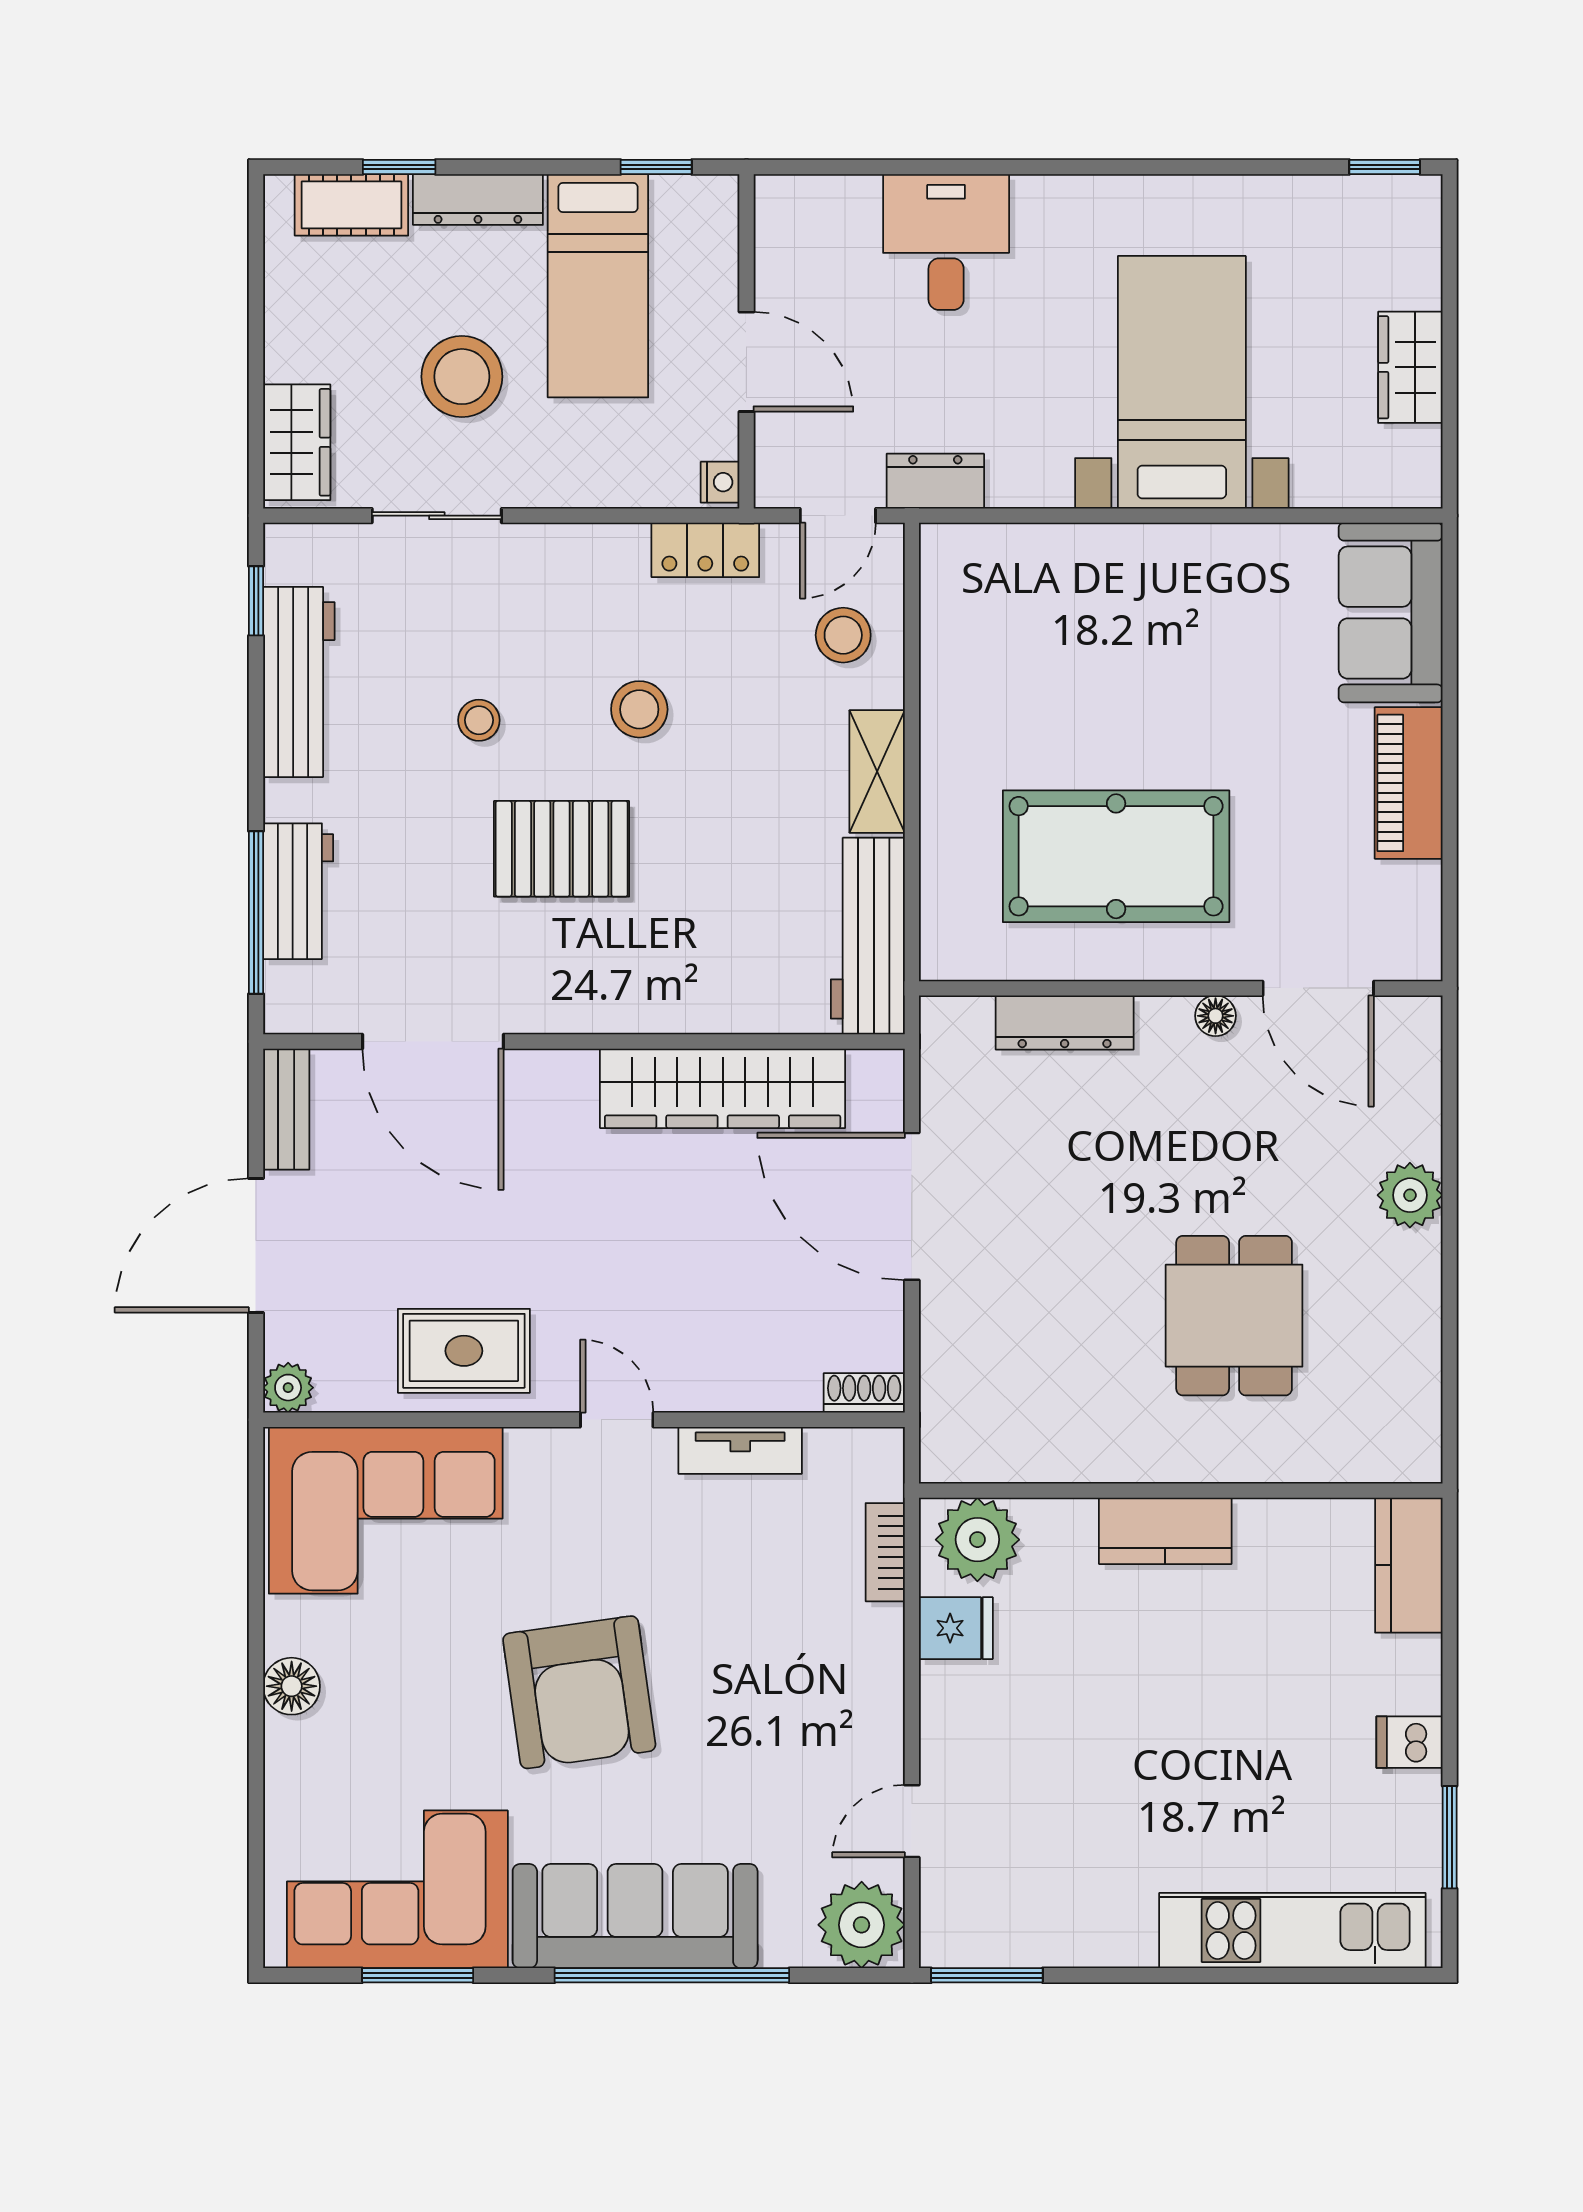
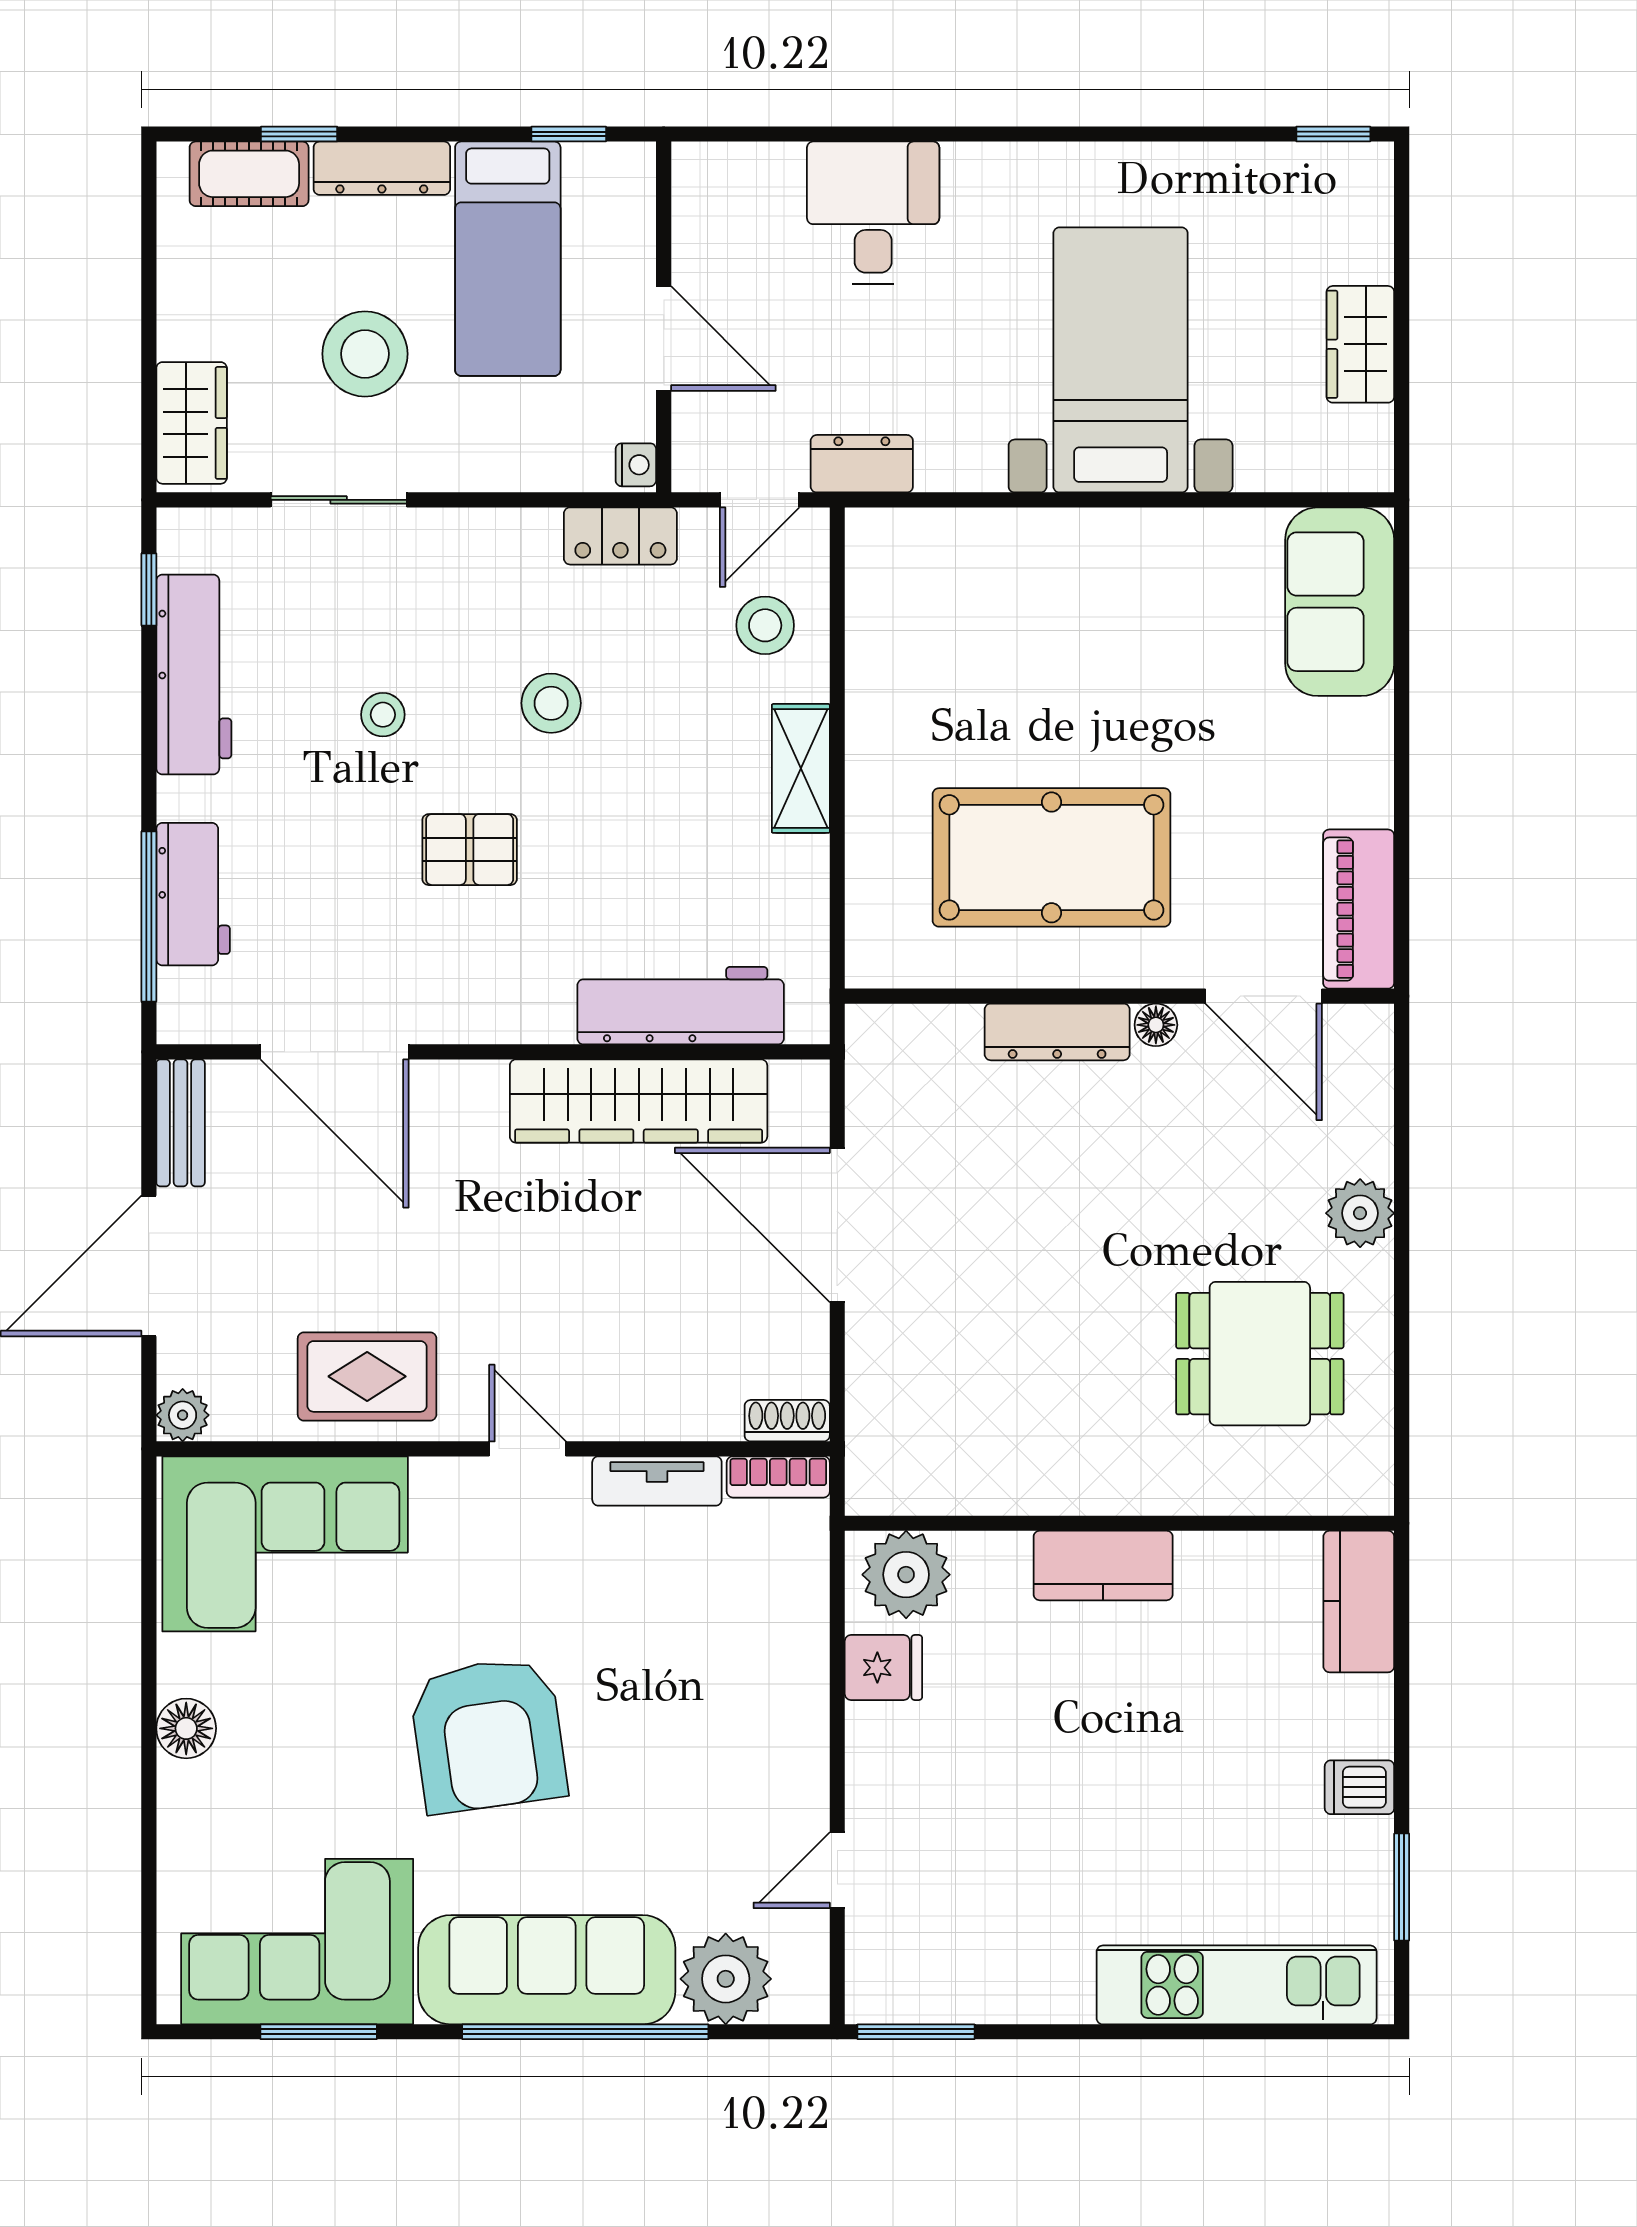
piano: (1409, 783) -> (1359, 909), moved
pallet: (562, 849) -> (470, 850), width x0.67, depth x0.71
workbench: (868, 936) -> (681, 1006), moved, turned 90
dresser: (1065, 1022) -> (1057, 1032), moved
dining table: (1234, 1316) -> (1260, 1354), moved, turned 90
bookcase: (885, 1552) -> (778, 1477), moved, turned -90
plant: (862, 1925) -> (726, 1979), moved

